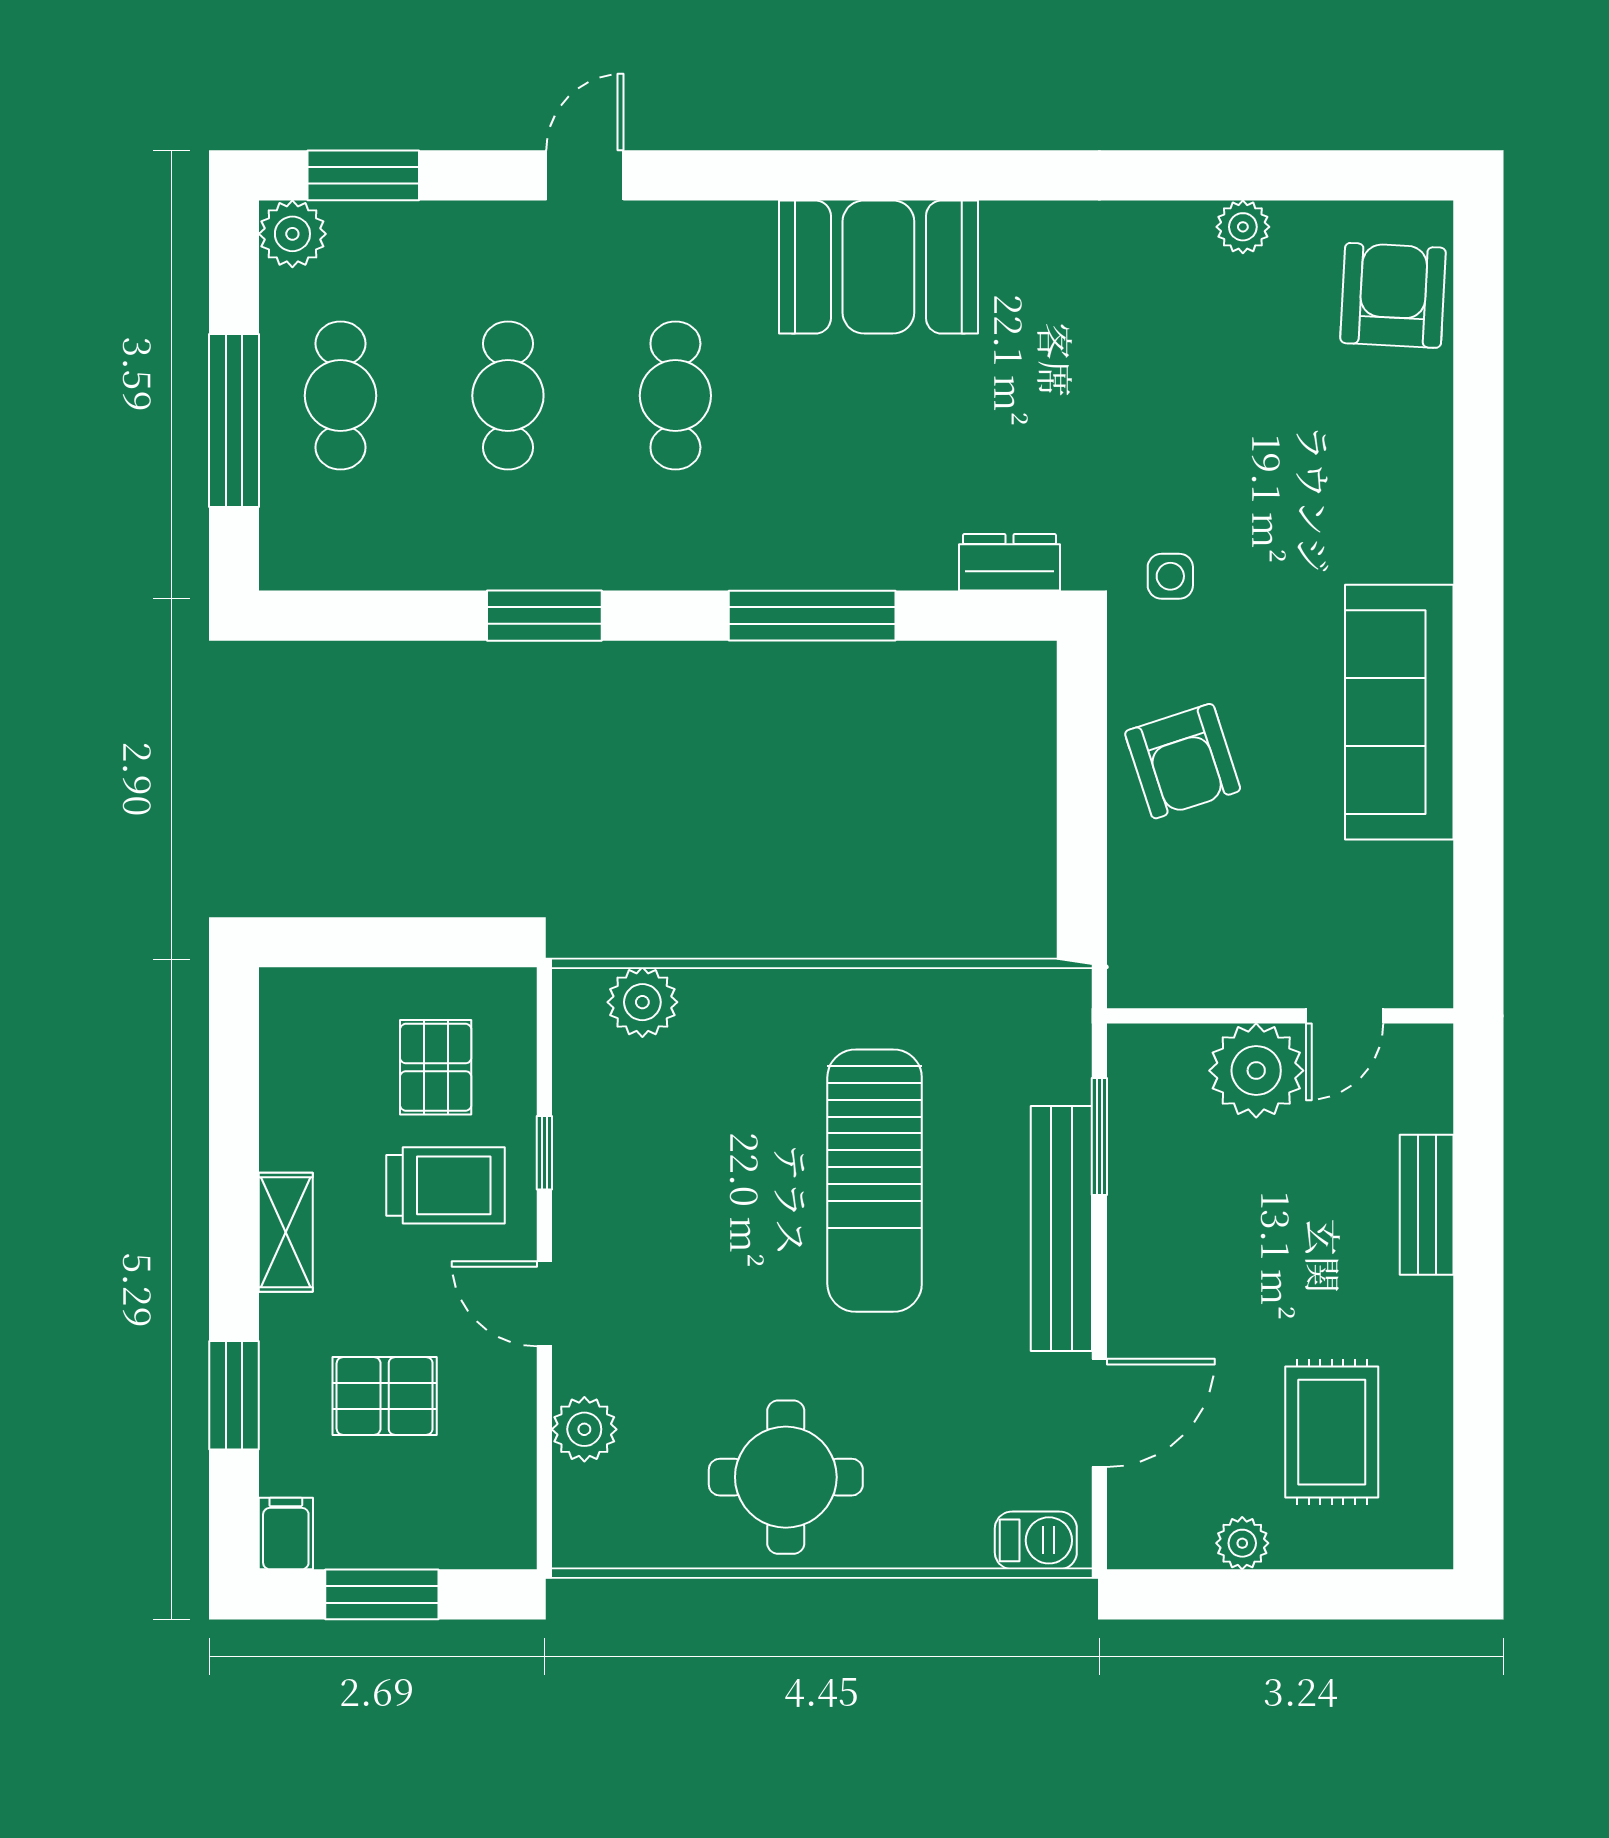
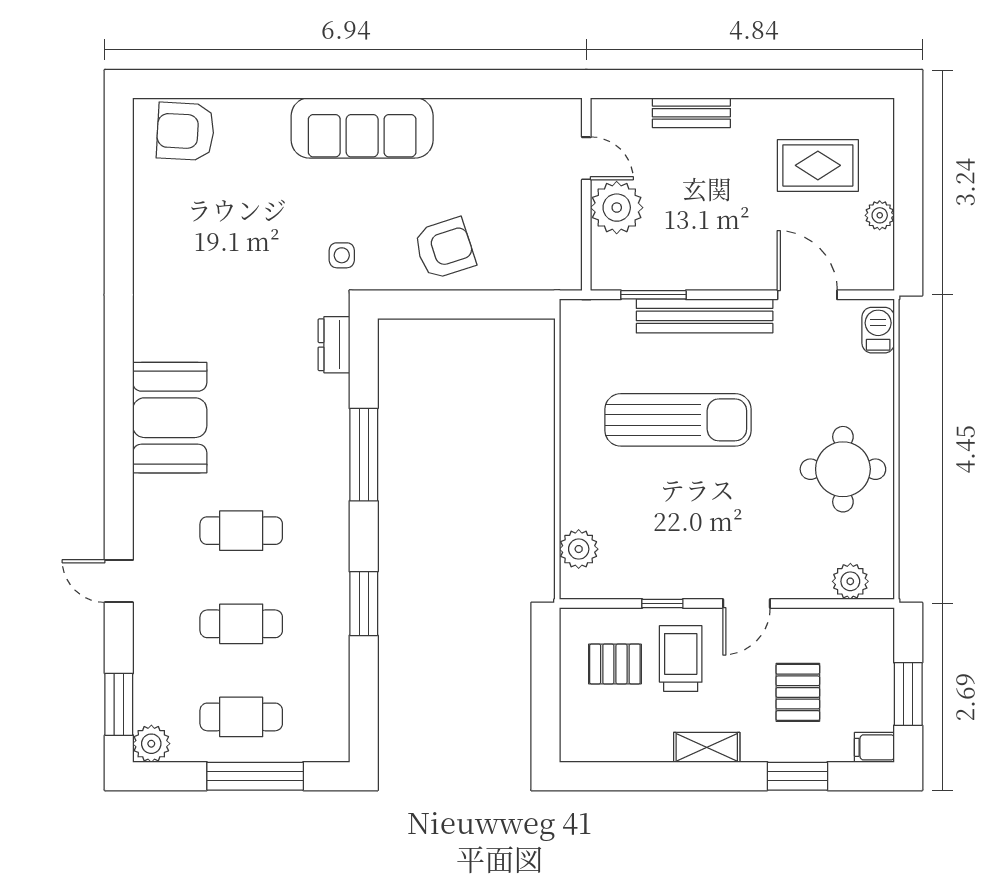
plant: (1243, 227) -> (147, 215), removed
sofa: (1399, 712) -> (362, 128), moved
plant: (584, 1429) -> (850, 581), moved

